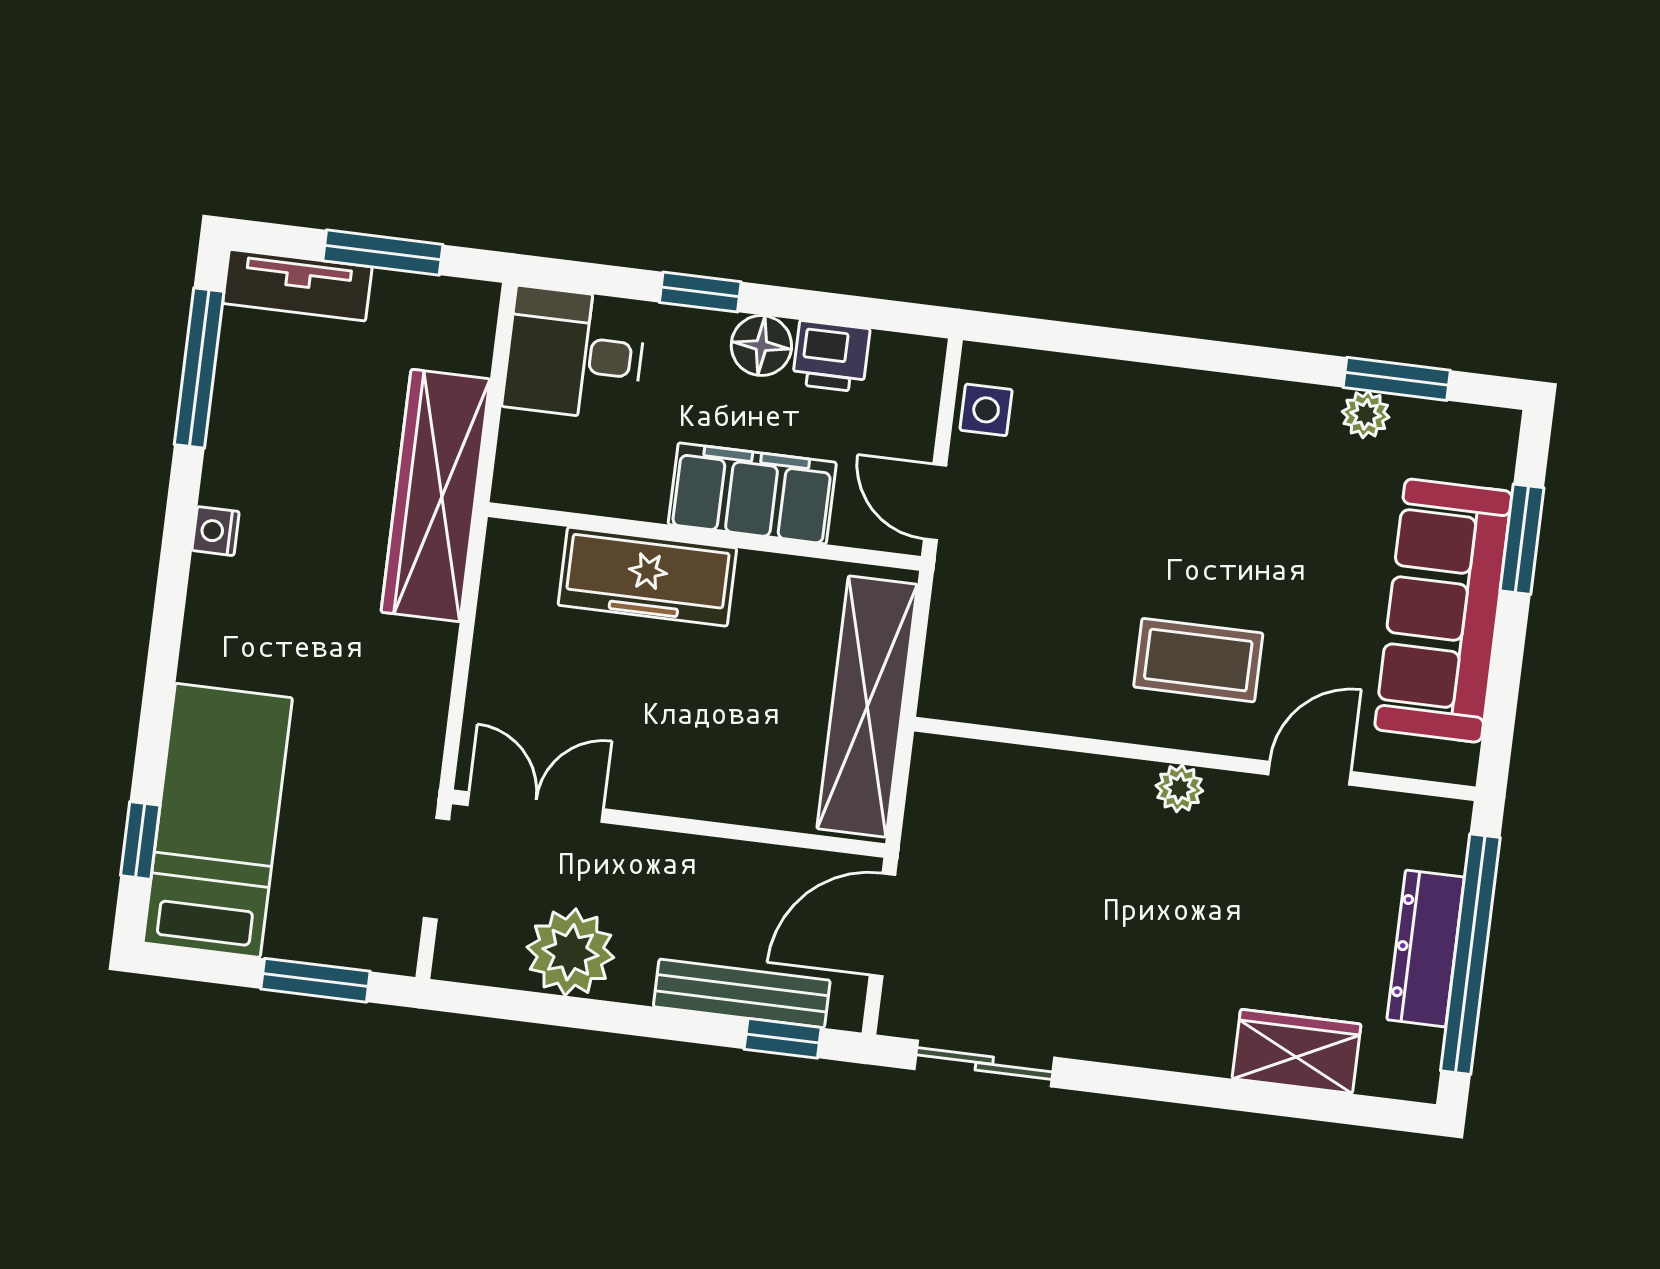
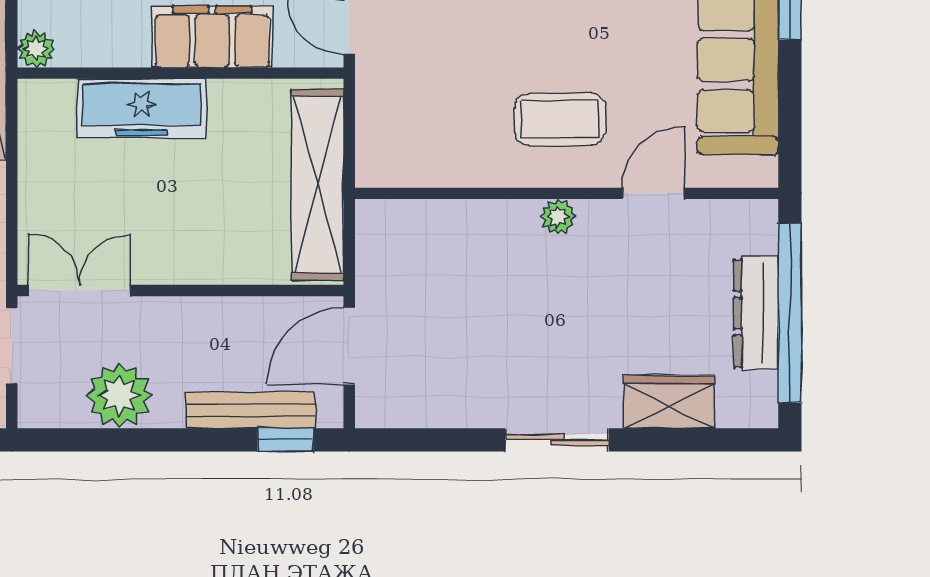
plant: (517, 481) -> (36, 49), added
sliding door: (984, 1063) -> (557, 440), moved

